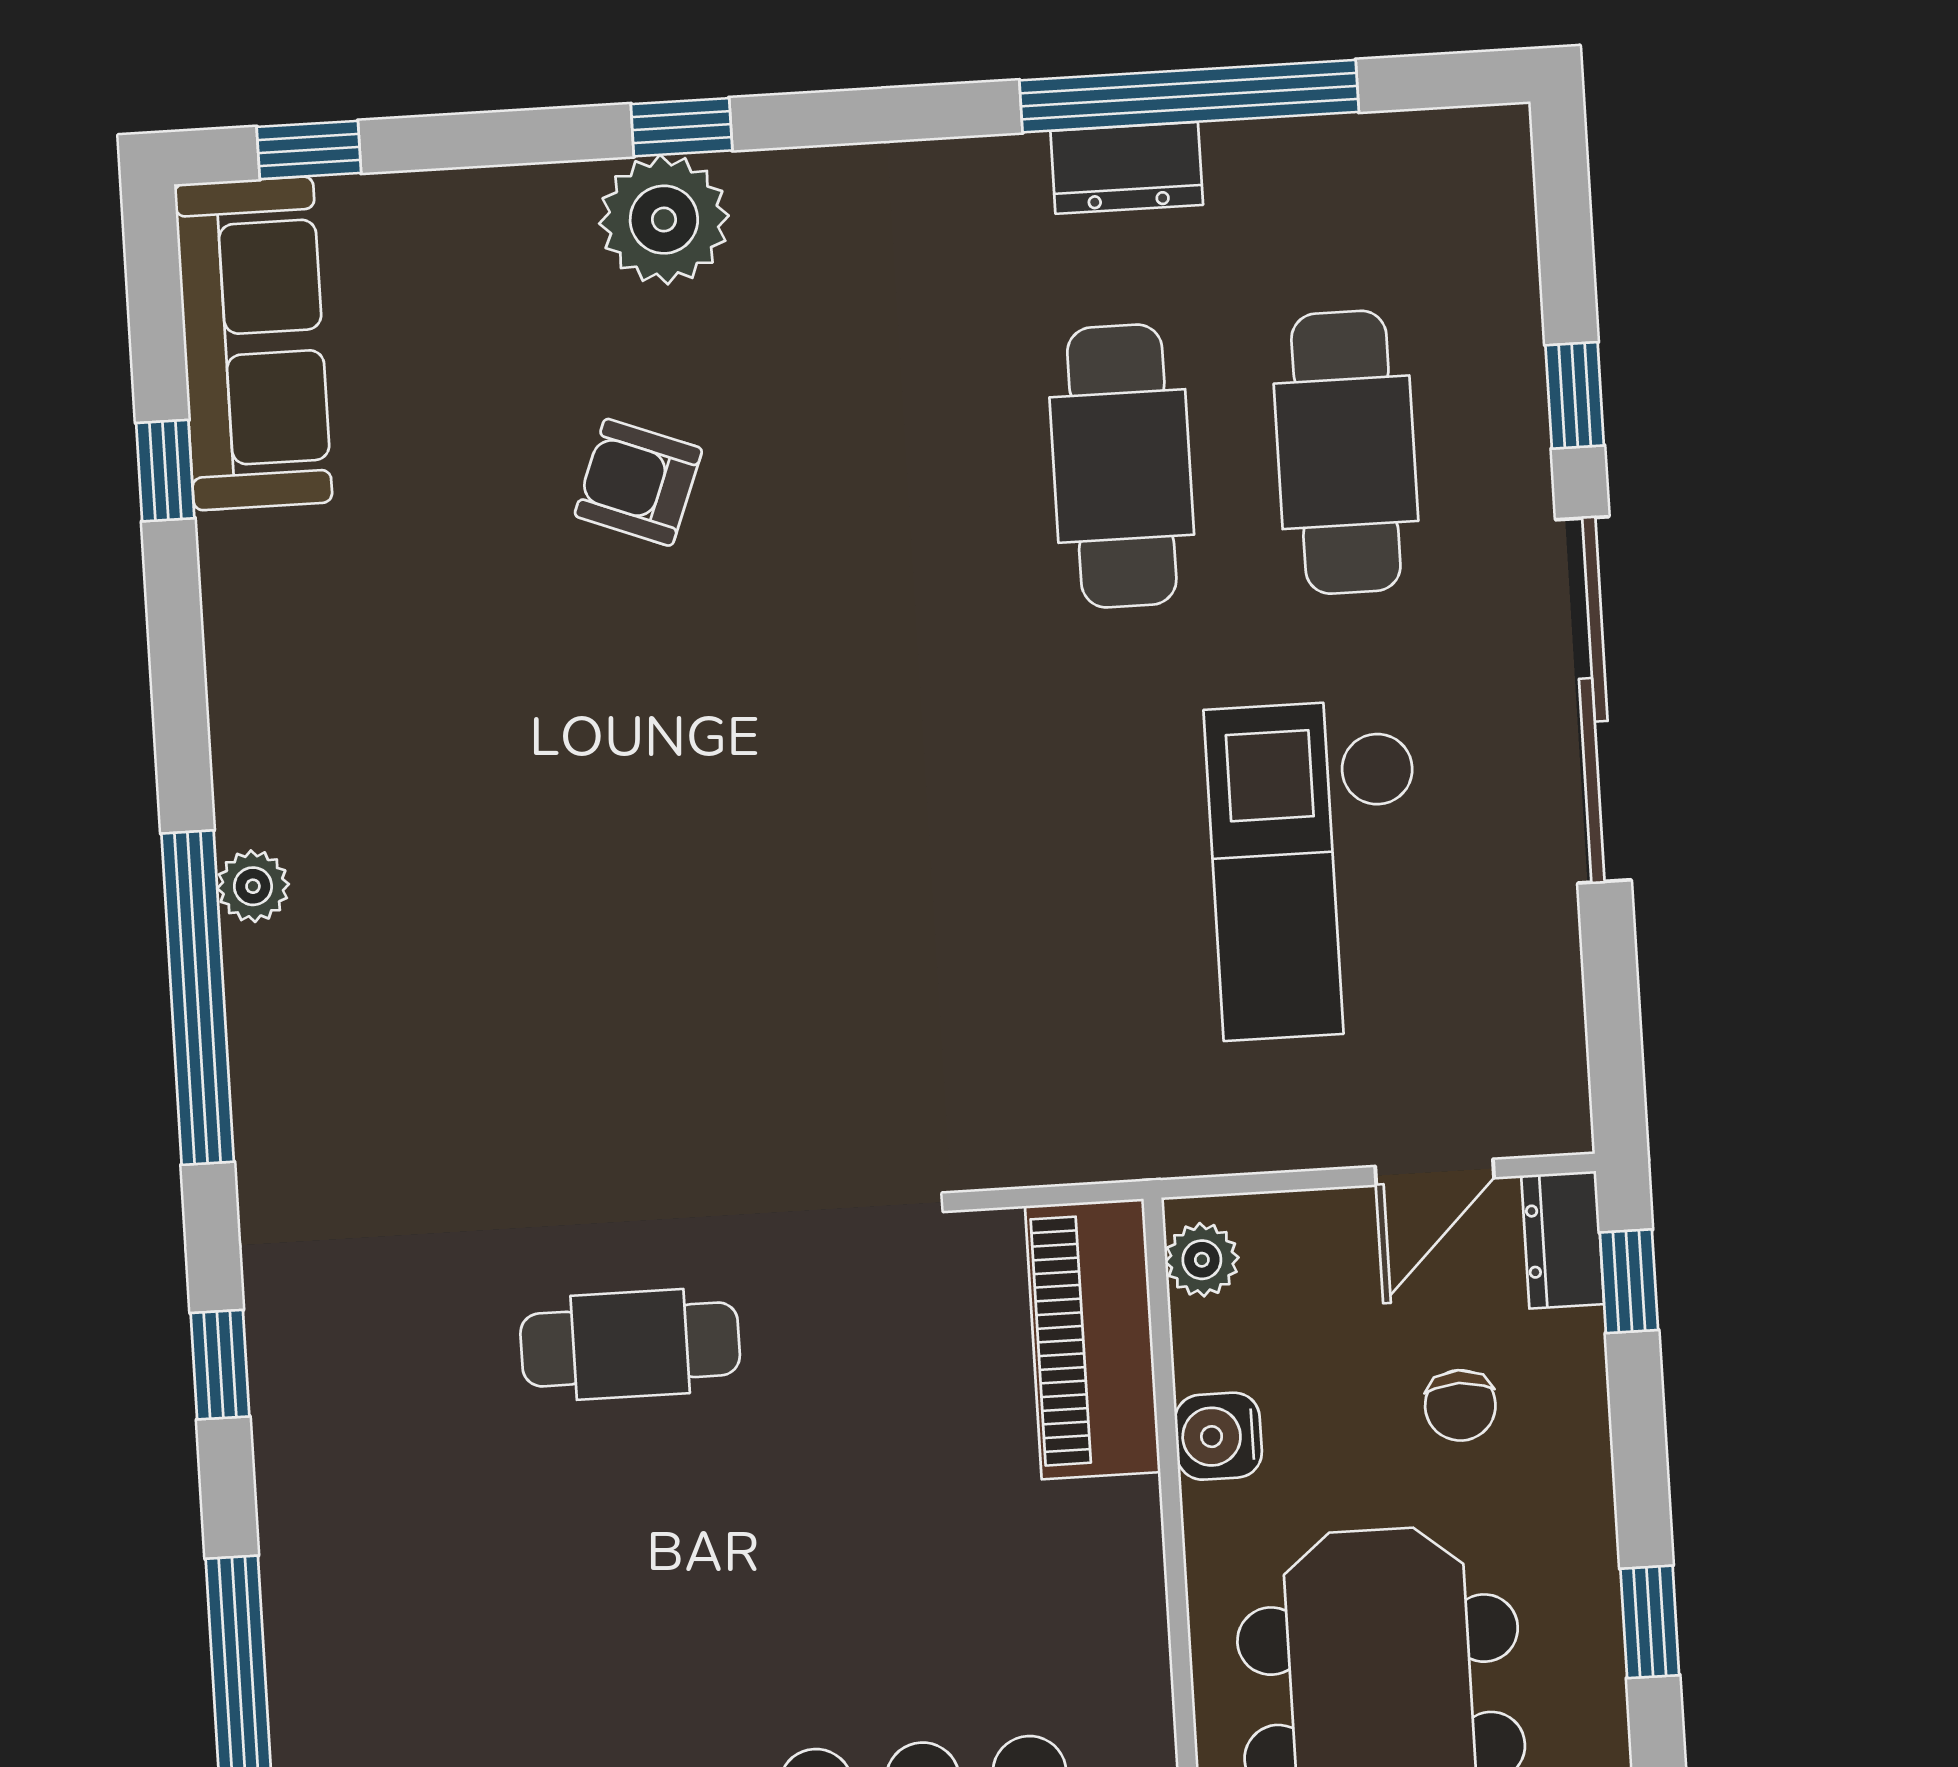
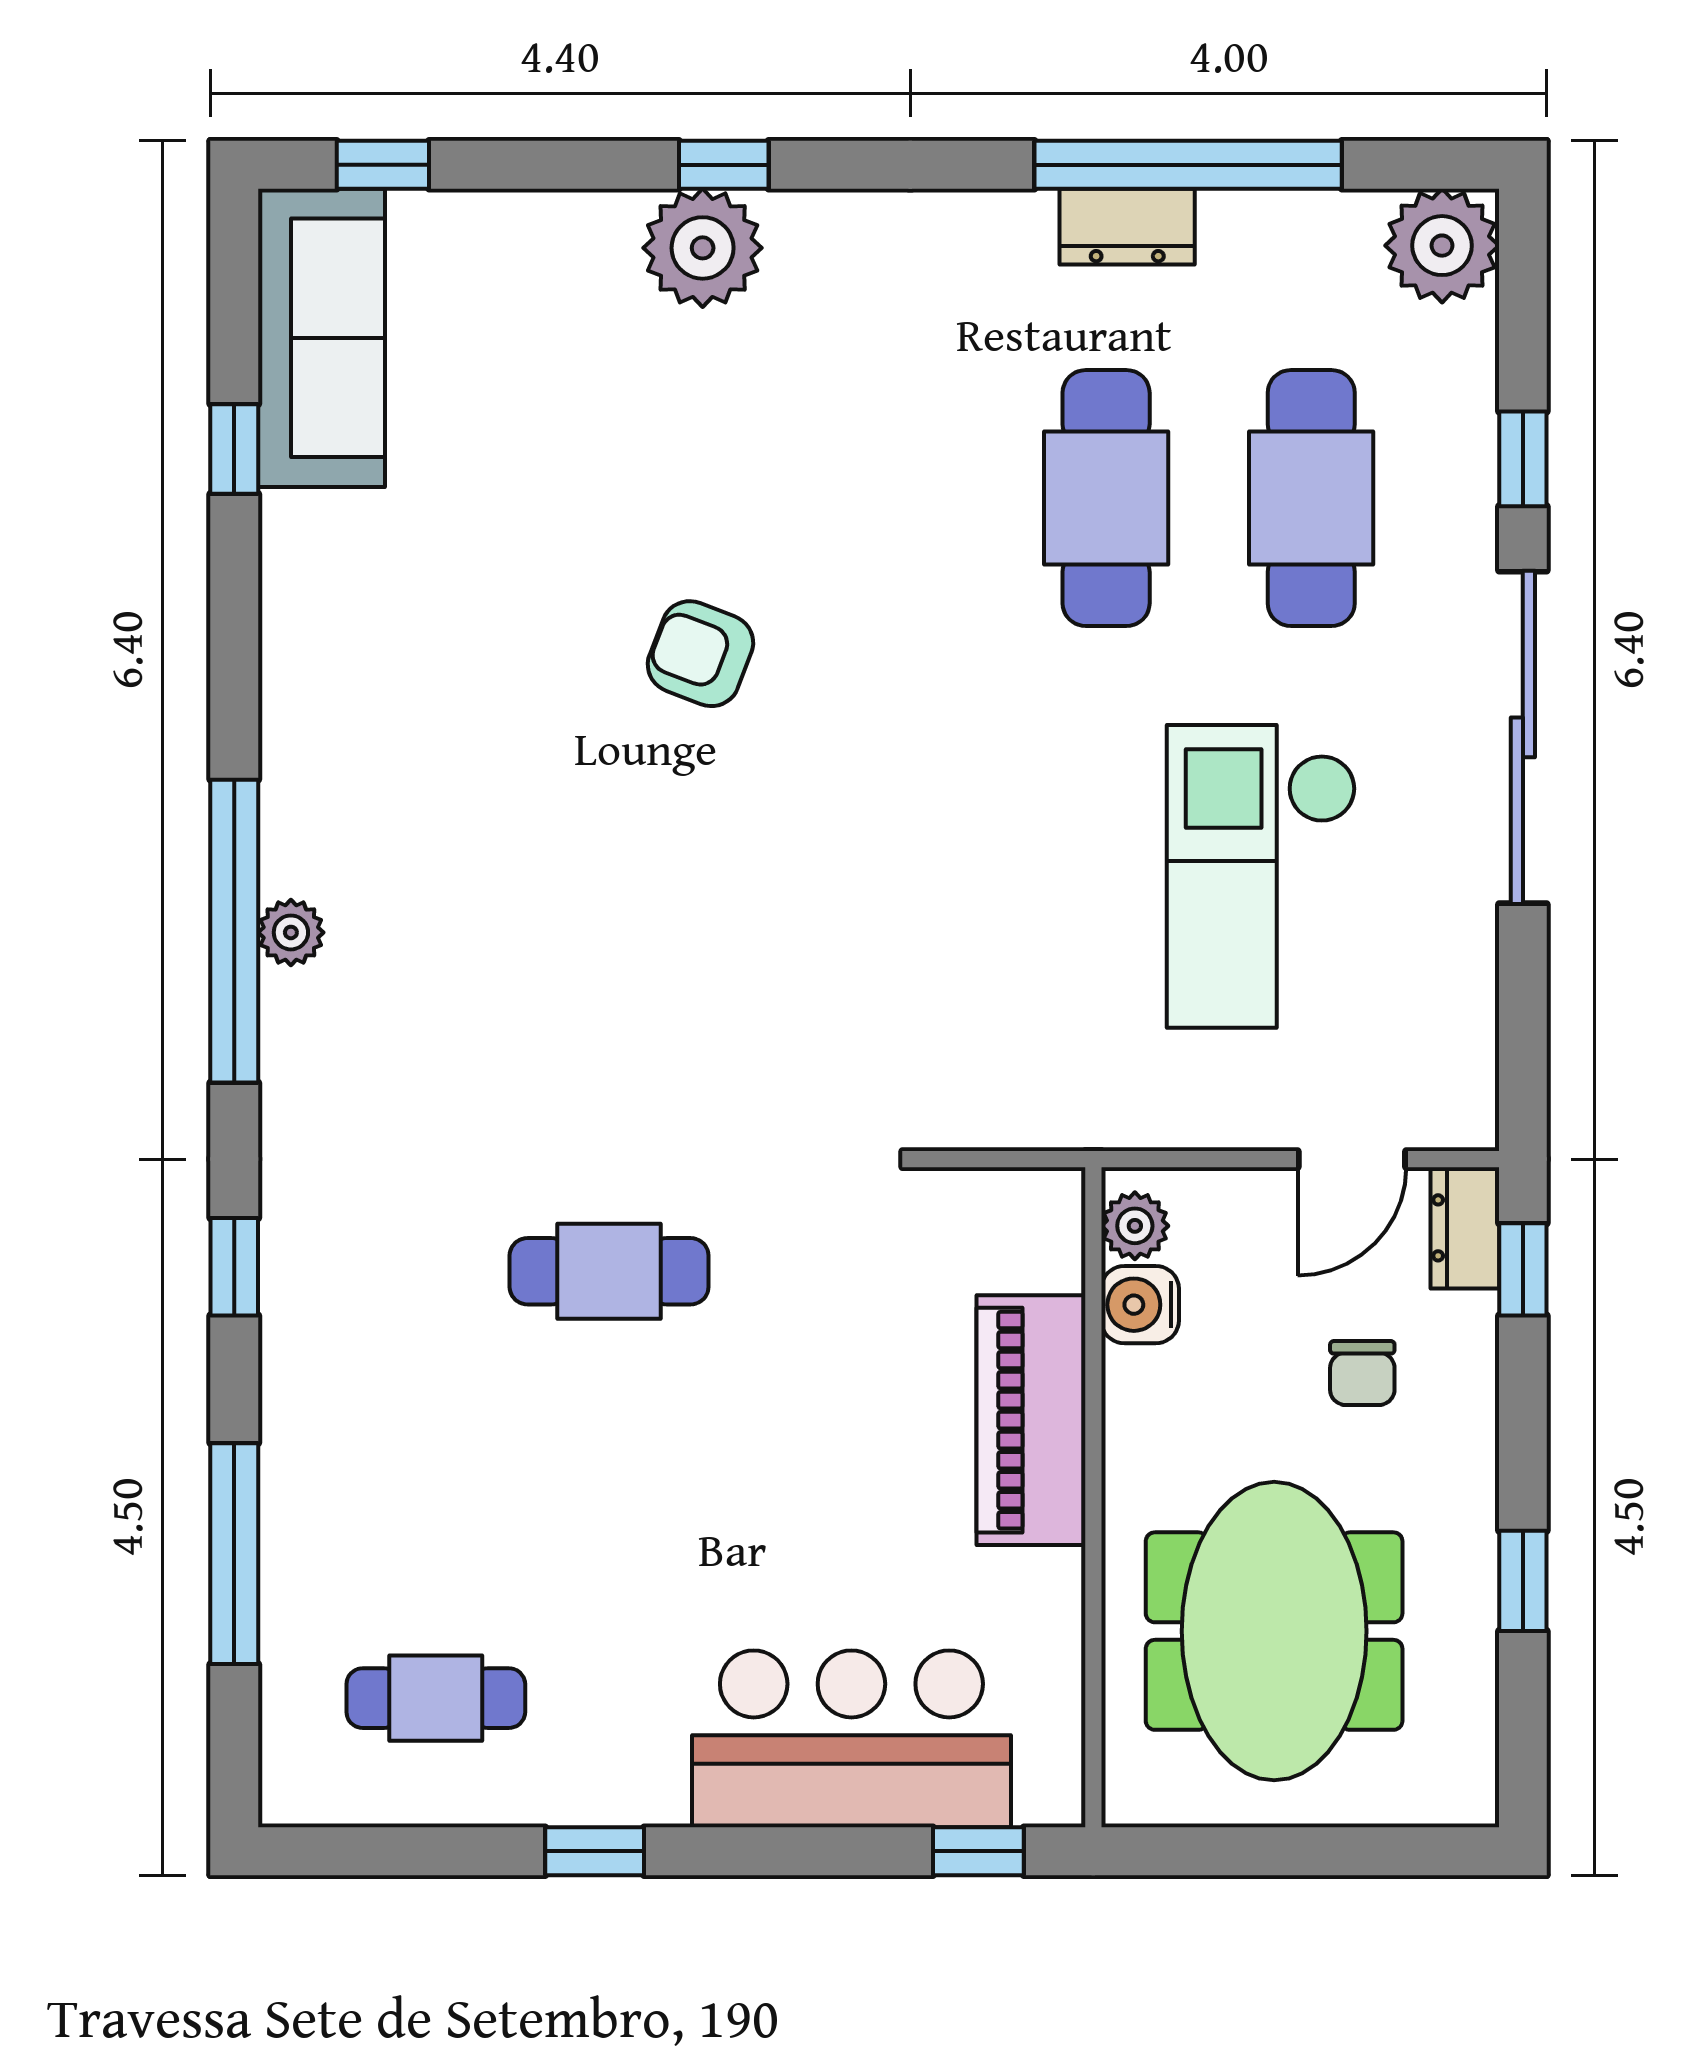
plant: (1472, 168) -> (1442, 246), added
armchair: (638, 482) -> (700, 654), moved
plant: (253, 886) -> (291, 932), moved
piano: (1093, 1339) -> (1031, 1420), moved
water cooler: (1218, 1436) -> (1140, 1305), moved

